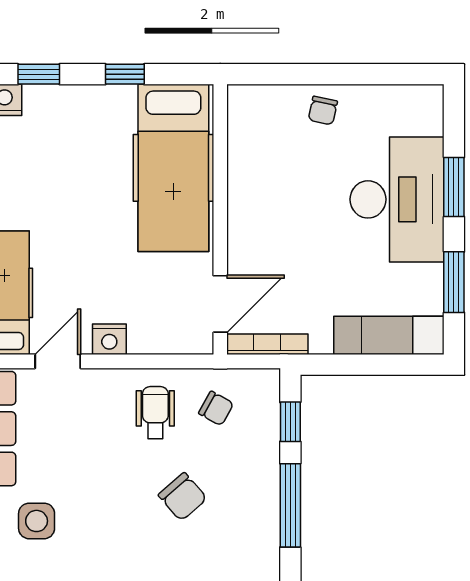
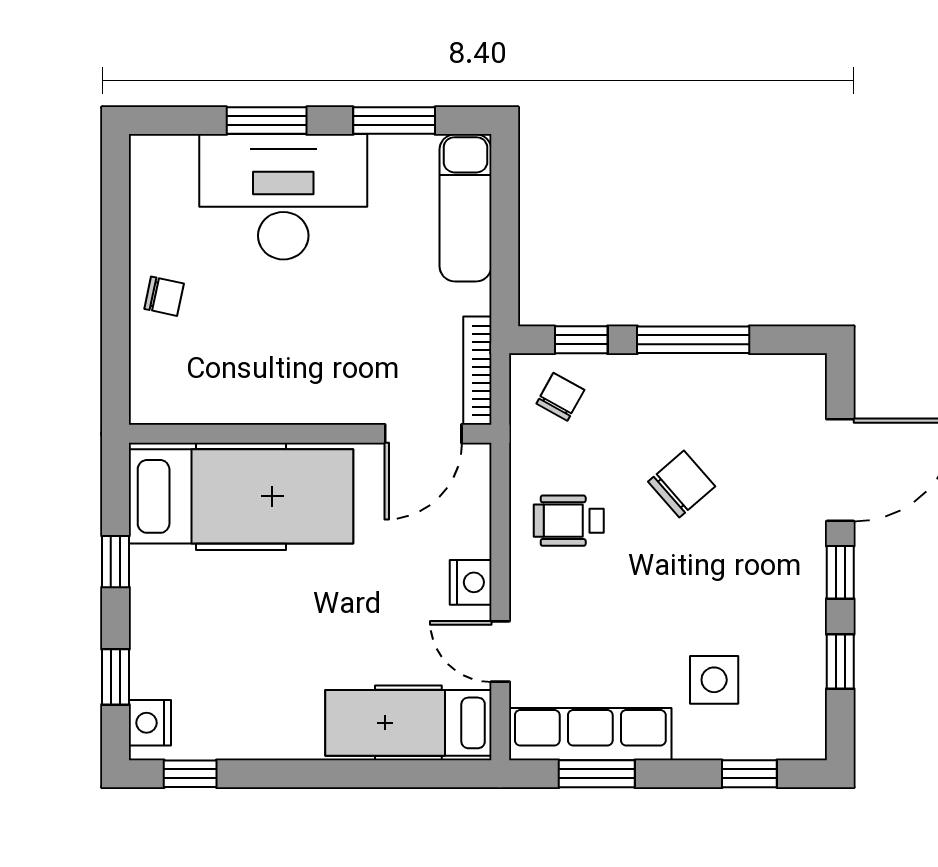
door: (220, 304) -> (423, 434), swing flipped
chair: (216, 408) -> (560, 397), moved

